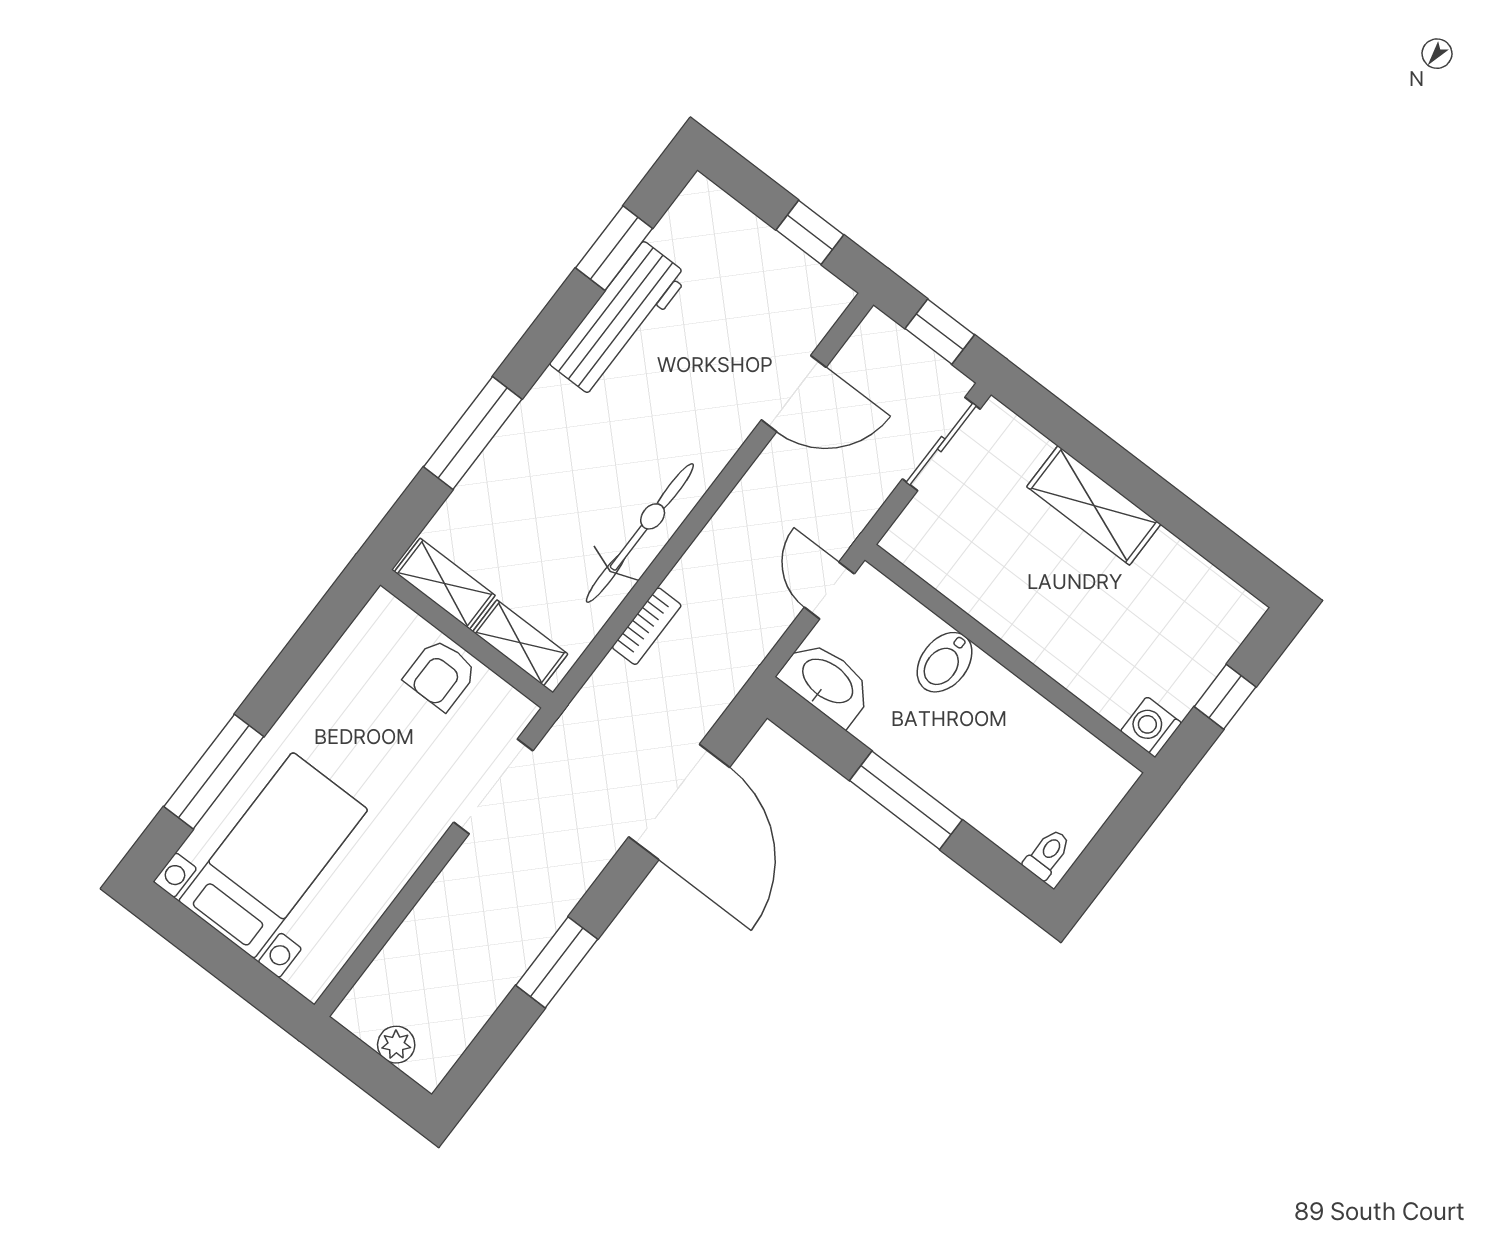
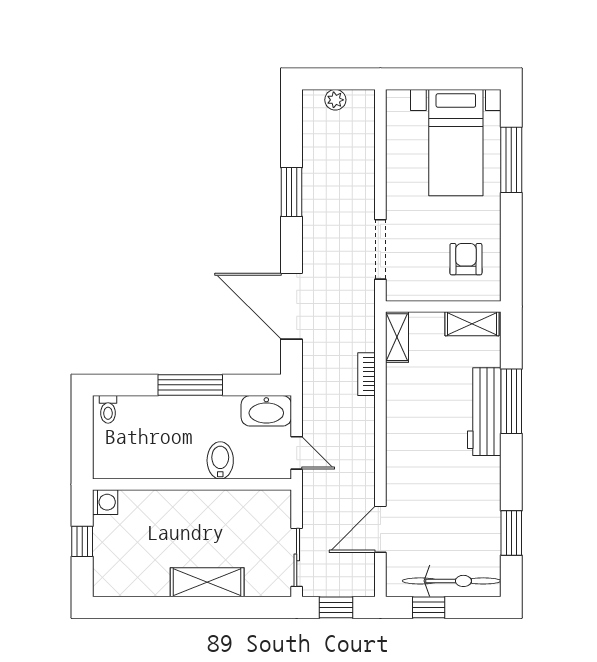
workbench: (619, 320) -> (484, 412), moved
bicycle: (640, 533) -> (452, 581), moved, turned -90
shelving: (520, 643) -> (397, 337), moved, turned 90
armchair: (441, 674) -> (466, 259), moved

